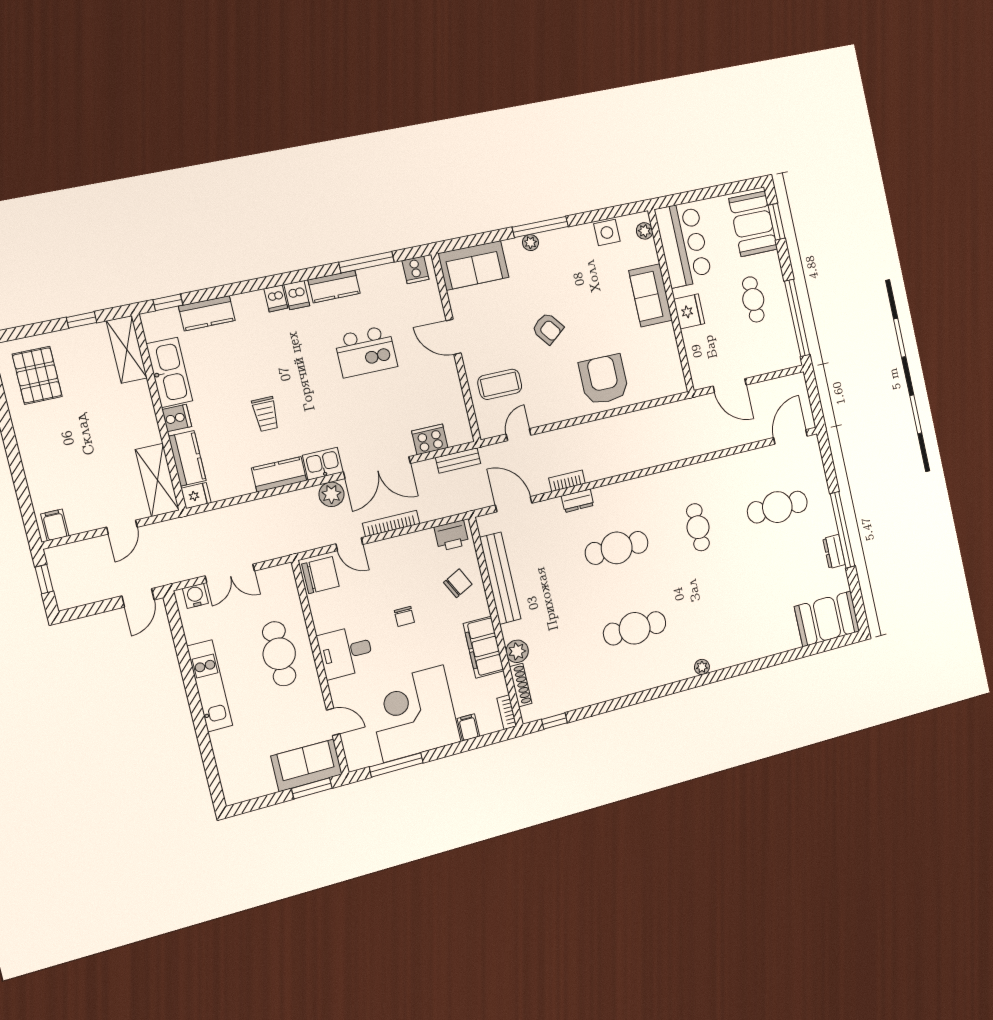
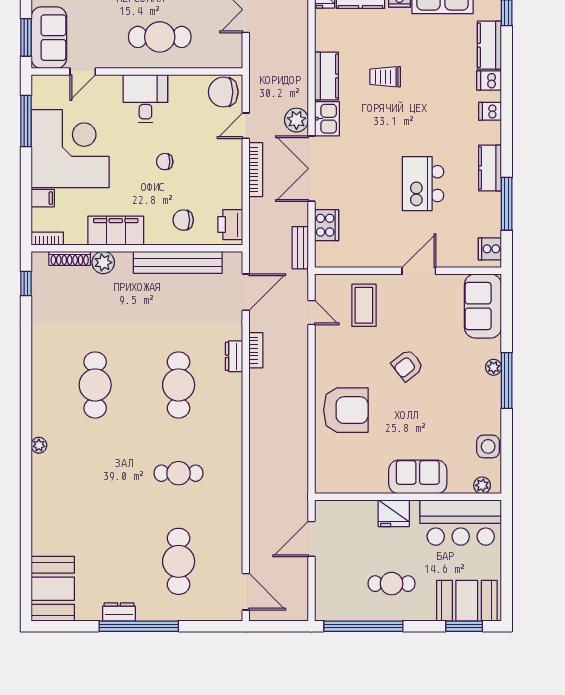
dishwasher: (297, 295) -> (489, 80), moved
chair: (320, 575) -> (223, 92), turned 90
chair: (458, 583) -> (183, 220), turned 117

